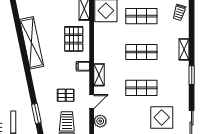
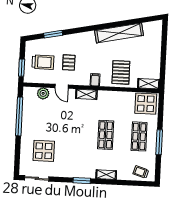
pallet: (74, 39) -> (121, 72), turned 90
shop shelf: (141, 88) -> (72, 133), removed

